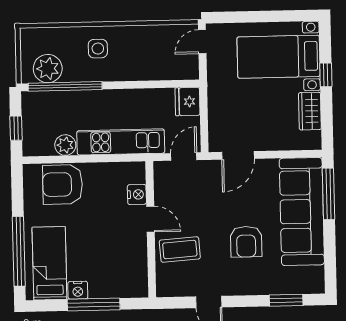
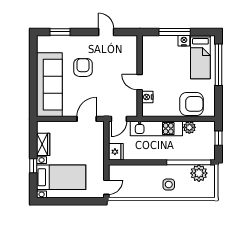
window: (328, 194) -> (33, 95), removed
coffee table: (180, 250) -> (123, 64), removed

